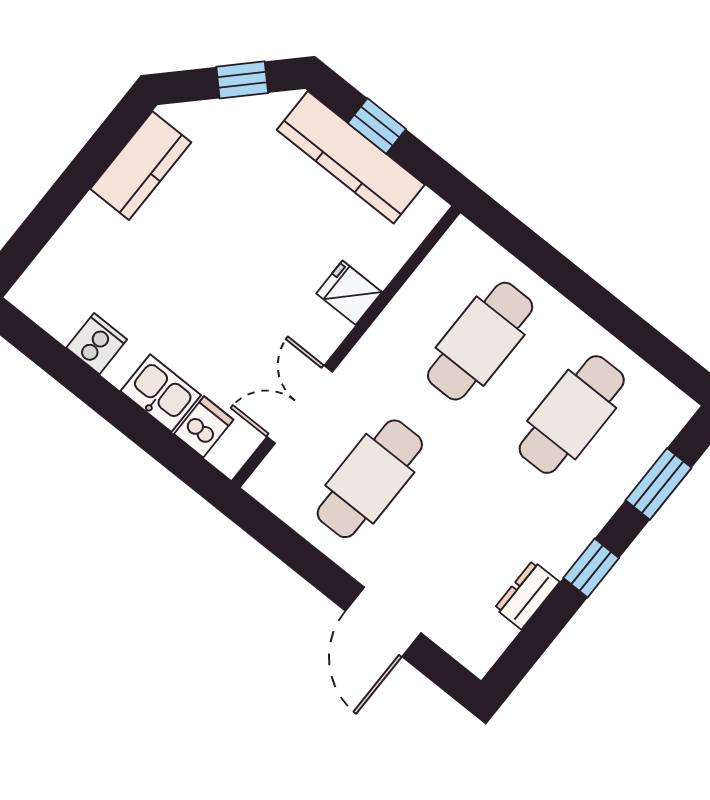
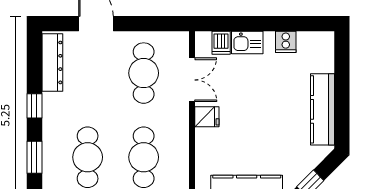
kitchen counter: (141, 166) -> (323, 109), width x1.50
fridge: (349, 293) -> (207, 117), moved
dresser: (527, 595) -> (52, 62), width x1.96, depth x1.24

